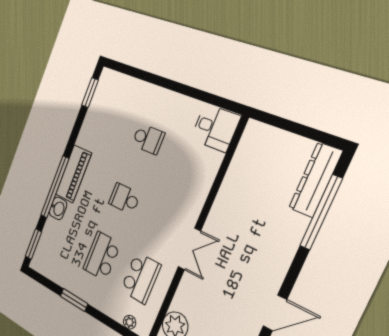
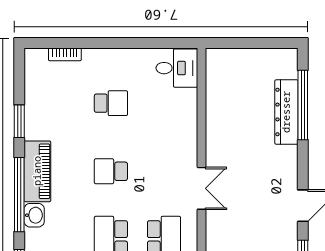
bookcase: (130, 82) -> (65, 54), added
window: (90, 93) -> (19, 121), moved
dresser: (315, 180) -> (286, 112), moved

